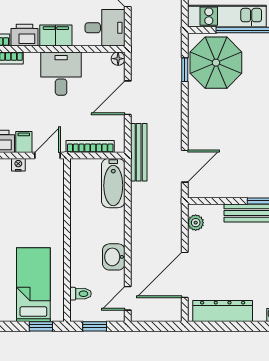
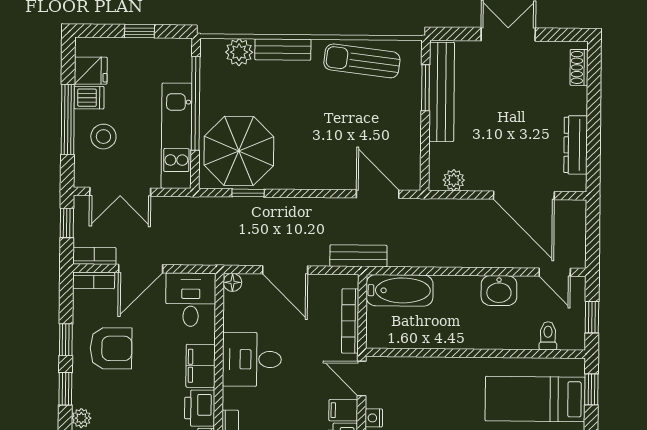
bench: (139, 152) -> (358, 256), width x0.73
dresser: (223, 311) -> (576, 145), width x0.73, depth x0.80

